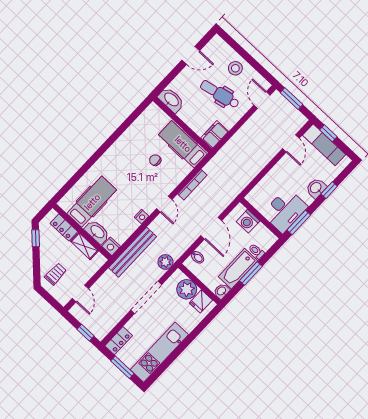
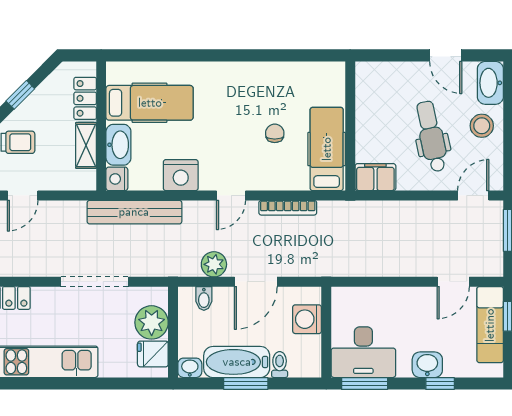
washbasin: (171, 100) -> (490, 83), moved, turned 180
nightstand: (142, 217) -> (181, 175), width x1.89, depth x1.79
window: (36, 238) -> (20, 95), moved
plant: (165, 262) -> (214, 264), moved

